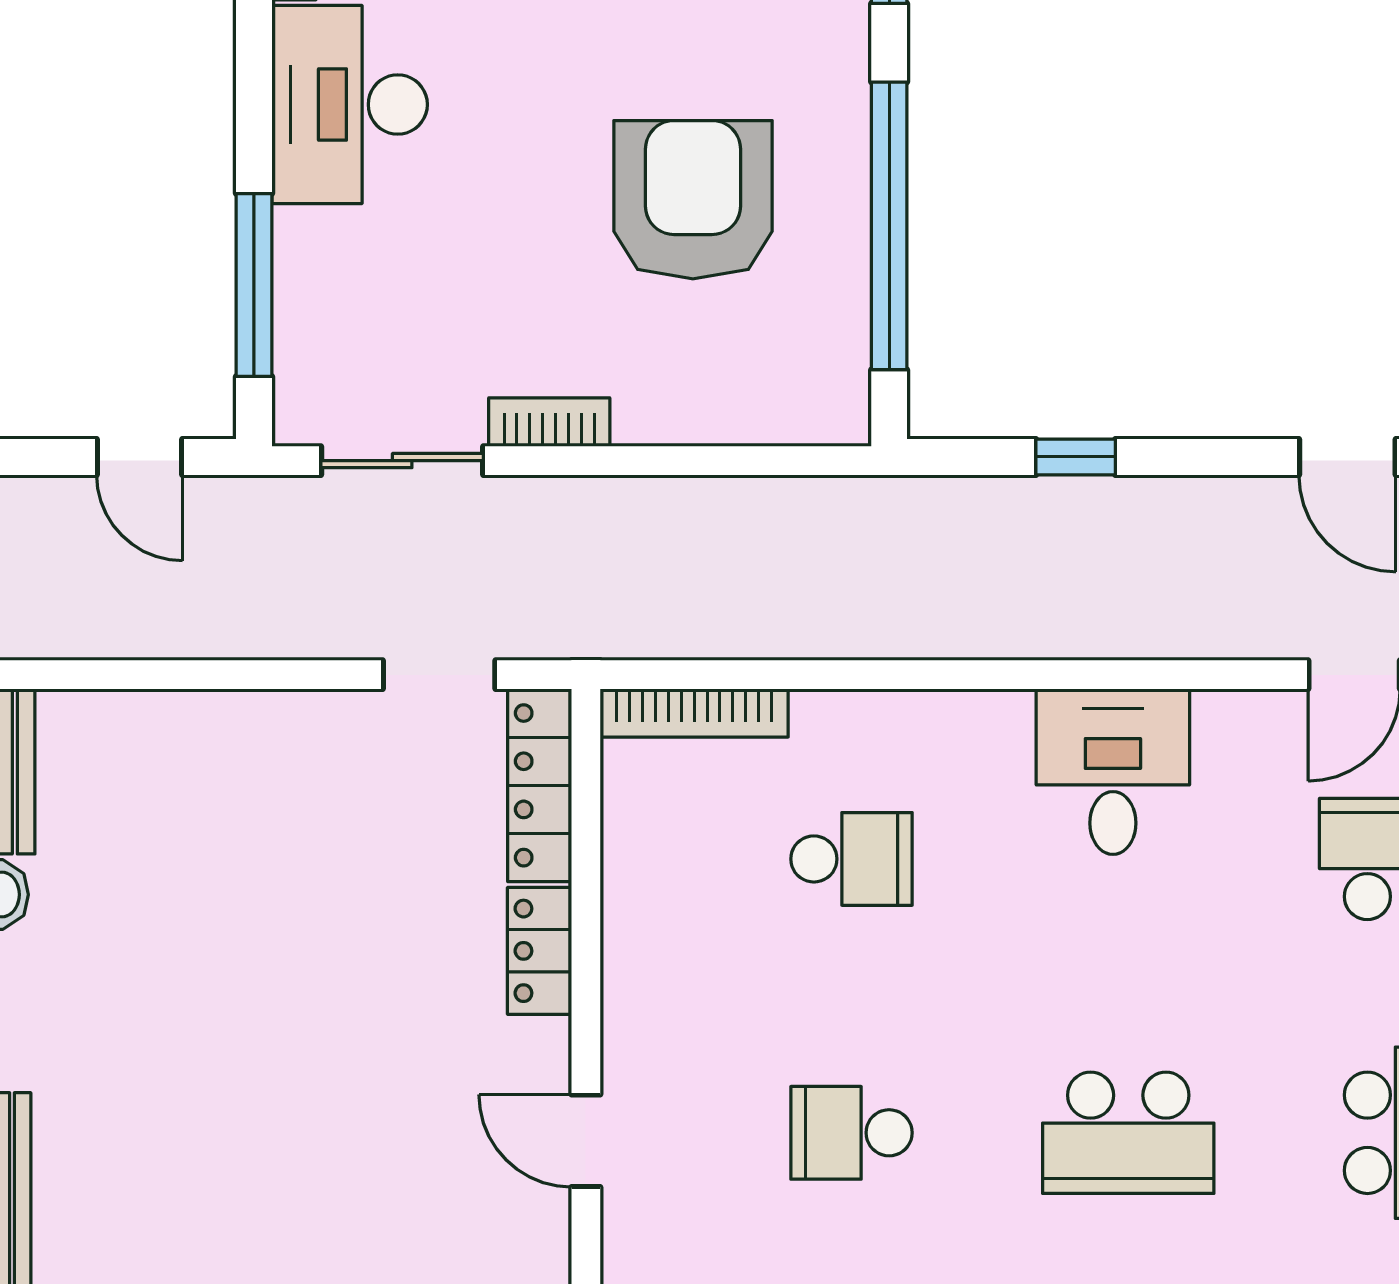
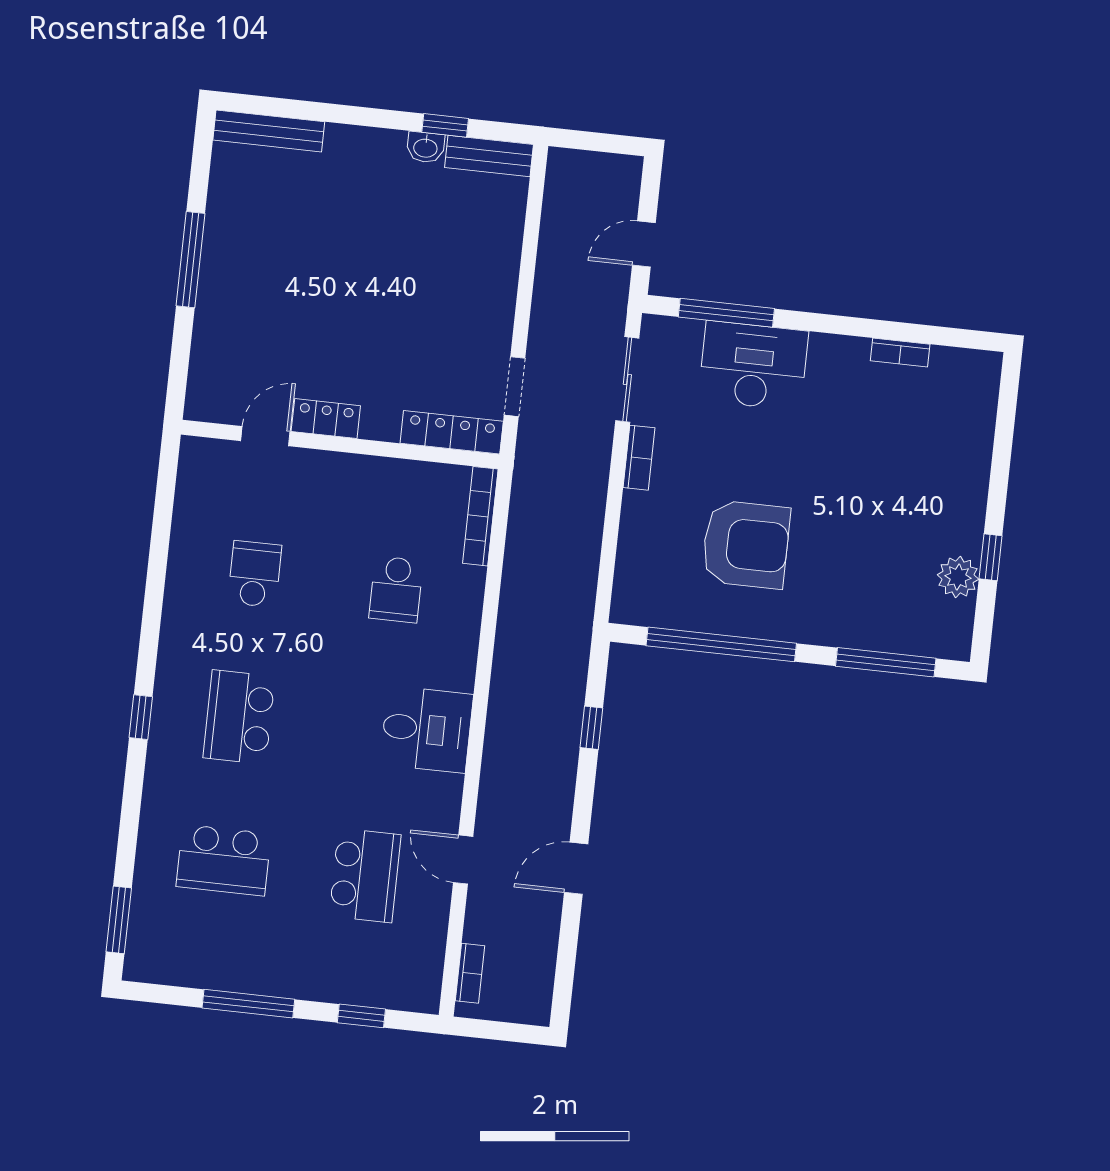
desk: (350, 105) -> (753, 366), moved
locker: (539, 951) -> (326, 419), moved

